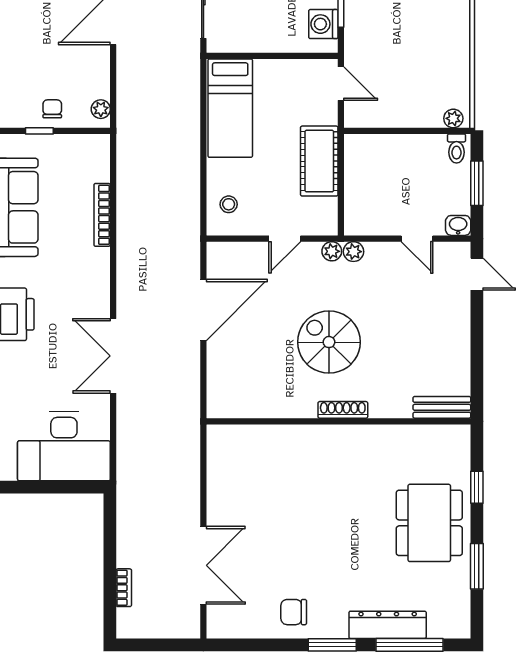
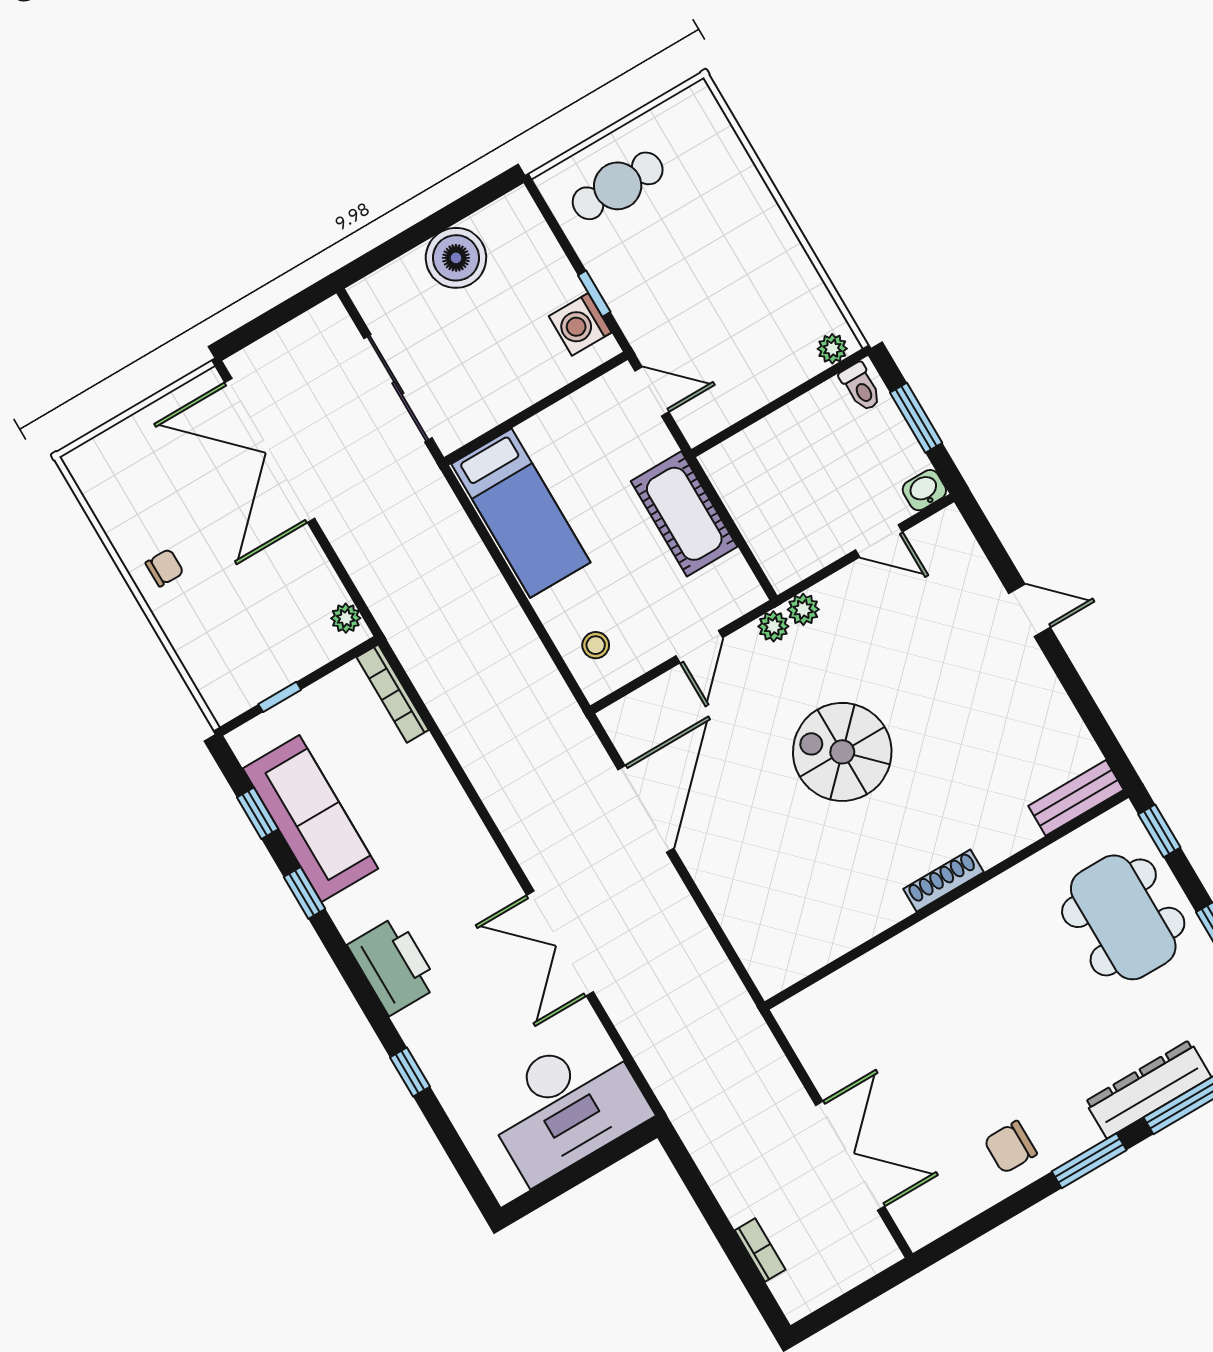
chair: (52, 109) -> (165, 568), moved, turned 90
bookcase: (102, 215) -> (393, 694), moved
door: (477, 274) -> (1030, 610), moved
bench: (442, 407) -> (1076, 798), moved
shoe rack: (343, 410) -> (943, 881), moved
wall: (338, 421) -> (947, 900), moved

